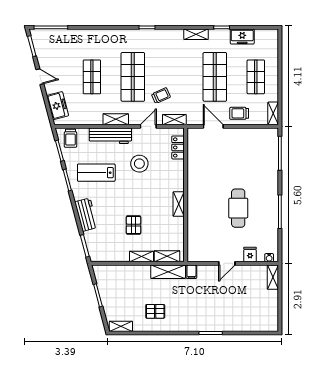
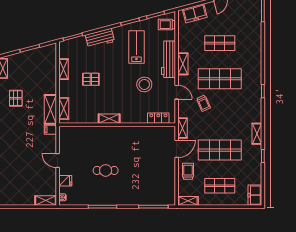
freezer: (242, 37) -> (255, 195), moved
shelving: (174, 120) -> (183, 128), moved
cafe table: (238, 208) -> (106, 170), width x0.73, depth x0.74
shelving: (142, 256) -> (64, 69), moved

